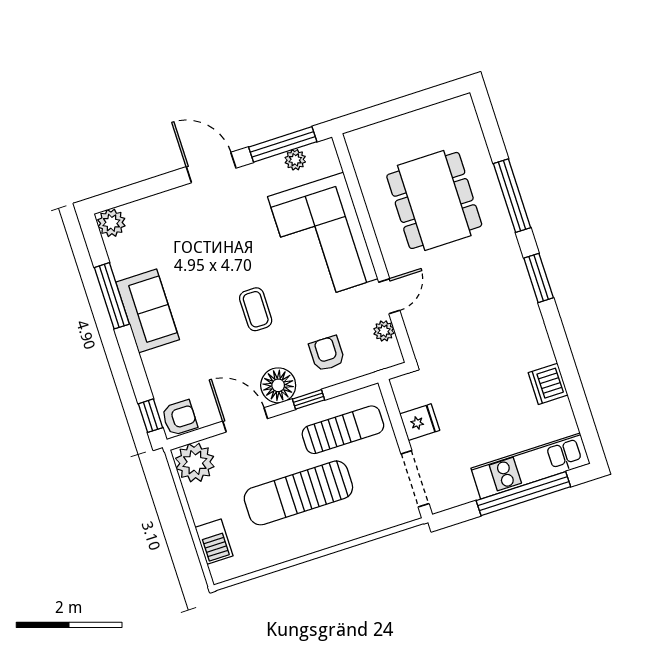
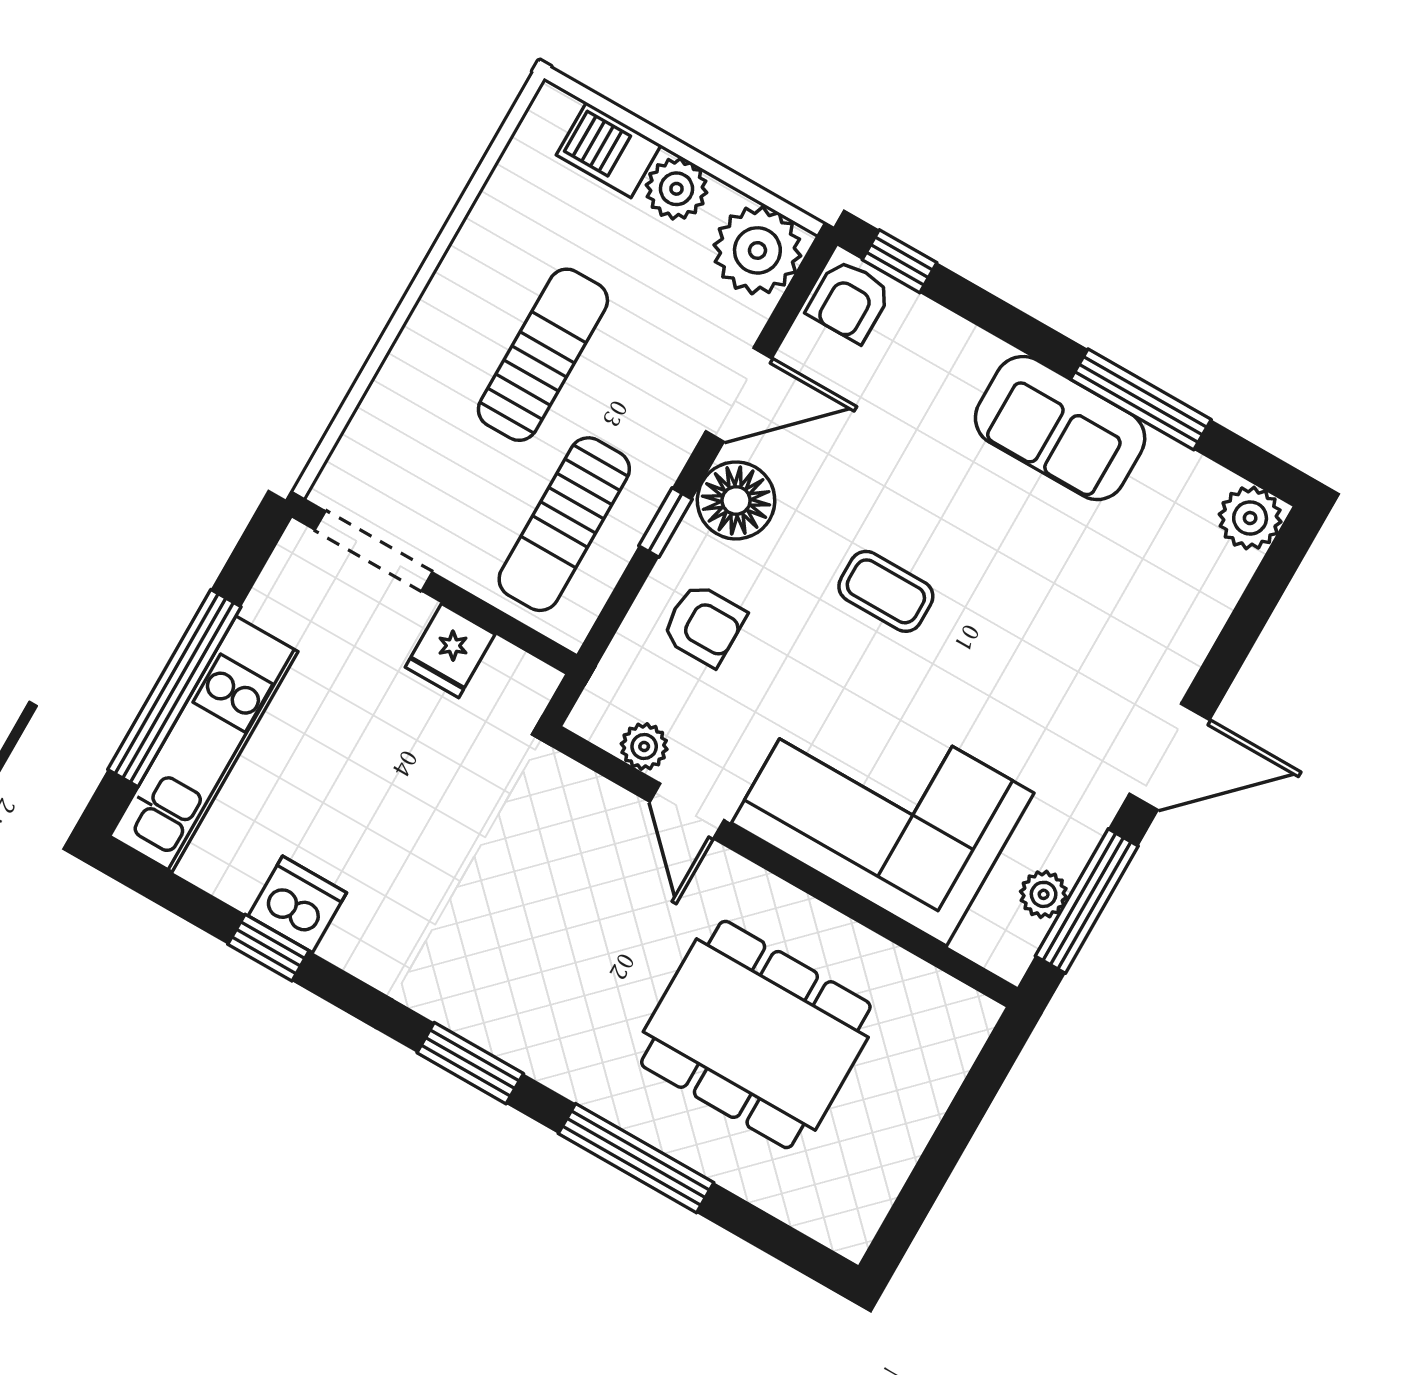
window: (571, 378) -> (268, 948), added
sun lounger: (298, 493) -> (543, 355), width x0.73, depth x0.75
plant: (203, 508) -> (676, 189), added

